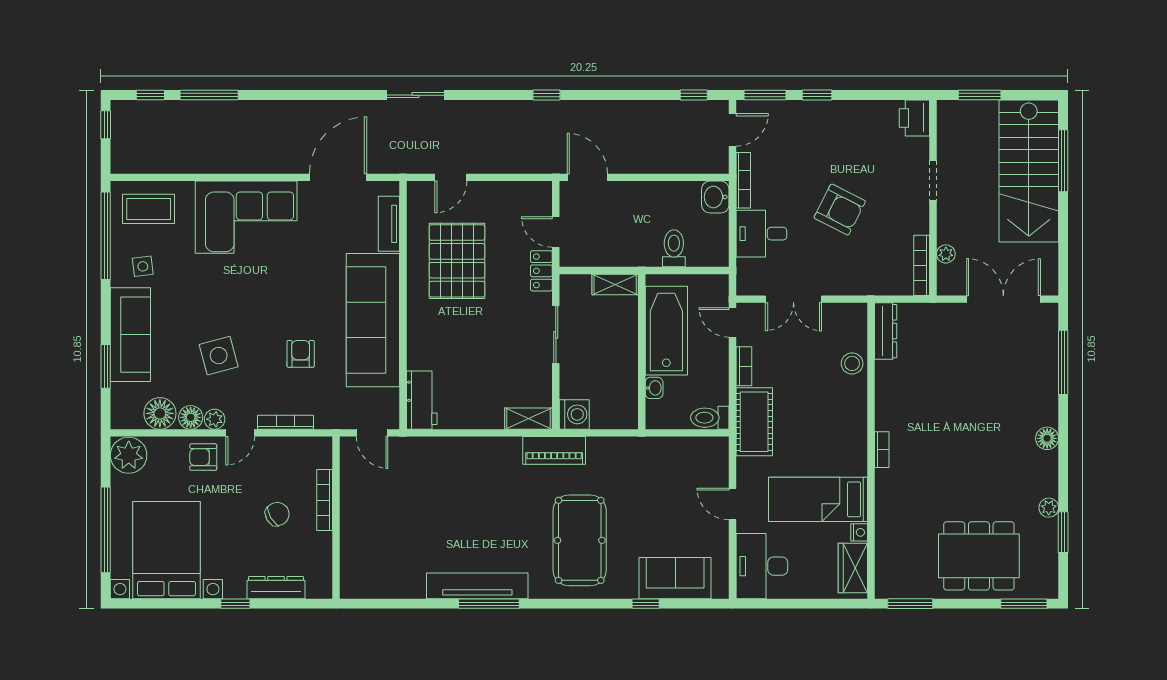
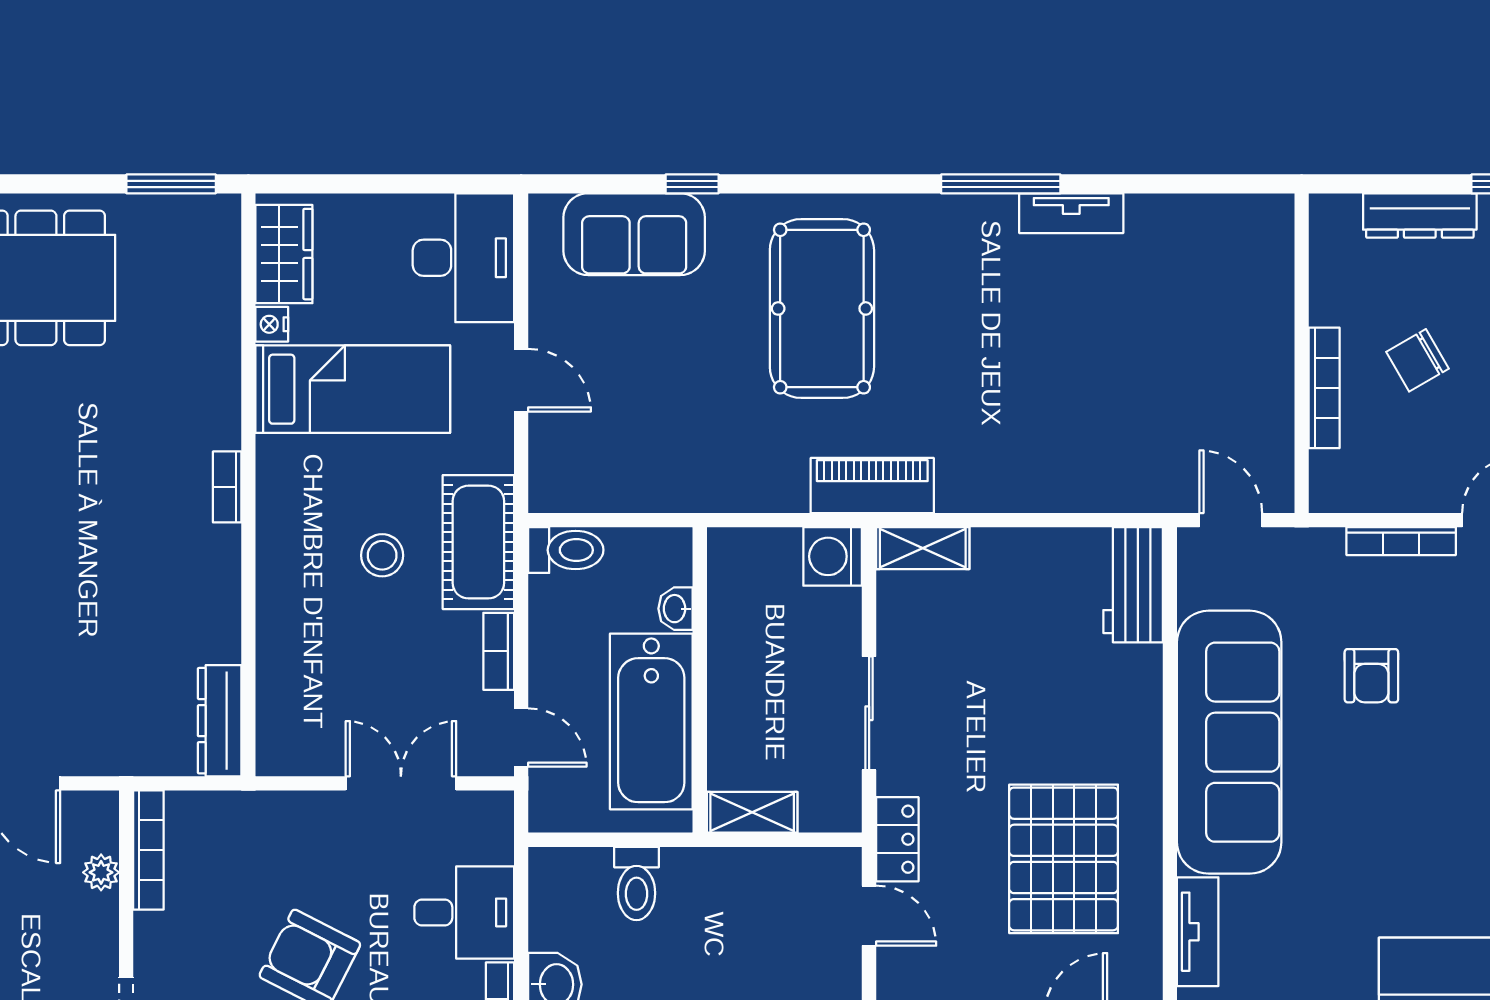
stool: (852, 363) -> (382, 555), moved
tv unit: (477, 586) -> (1071, 213), width x0.52, depth x0.78

